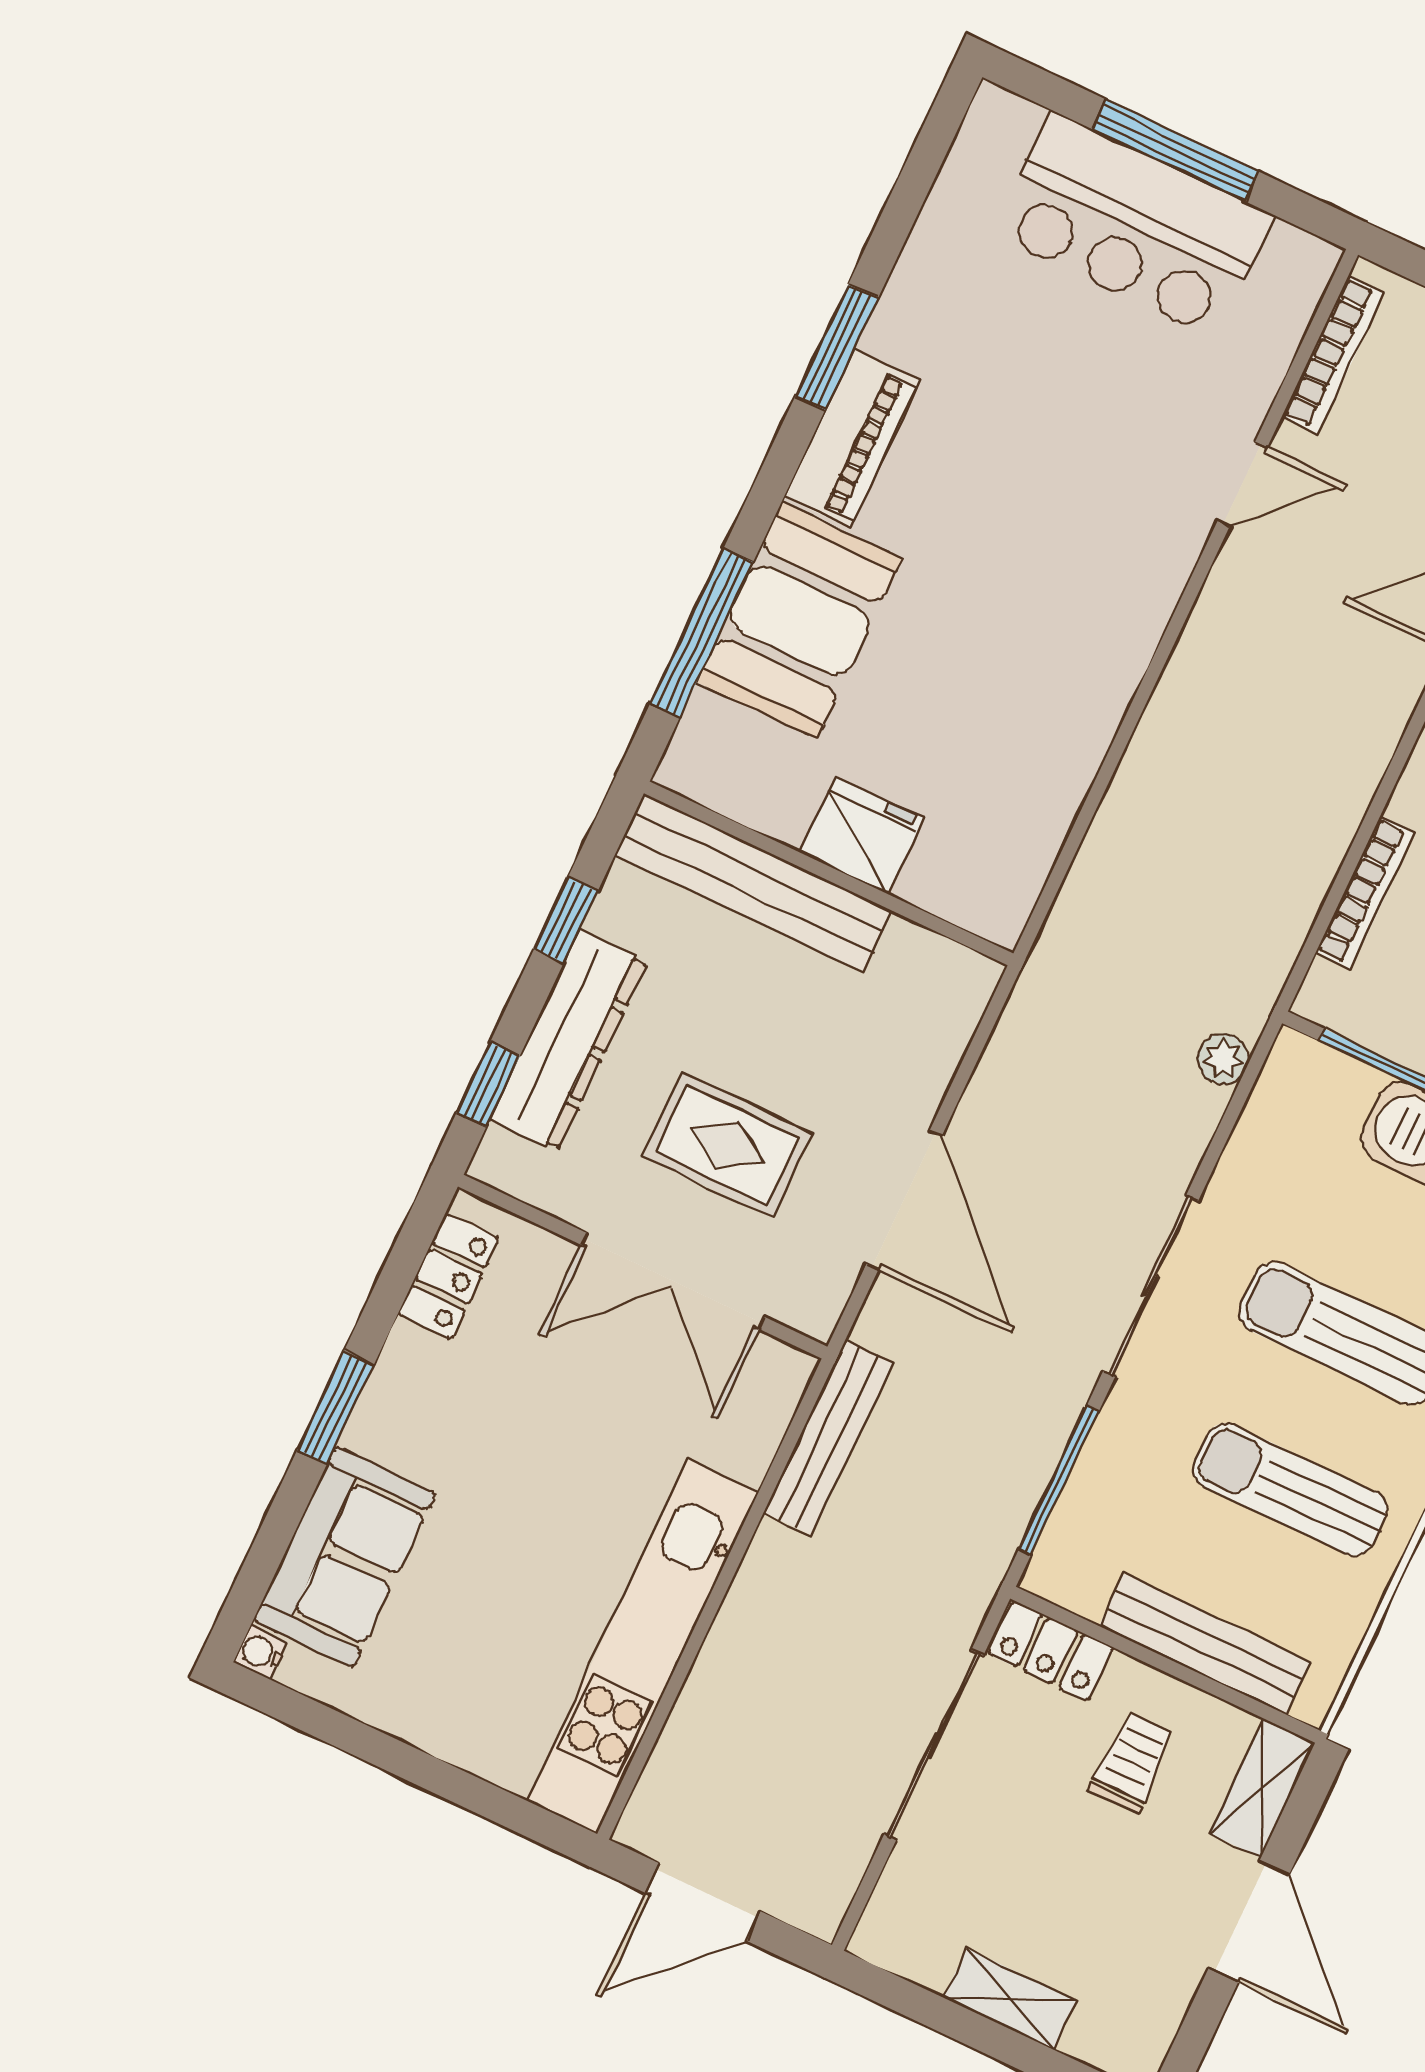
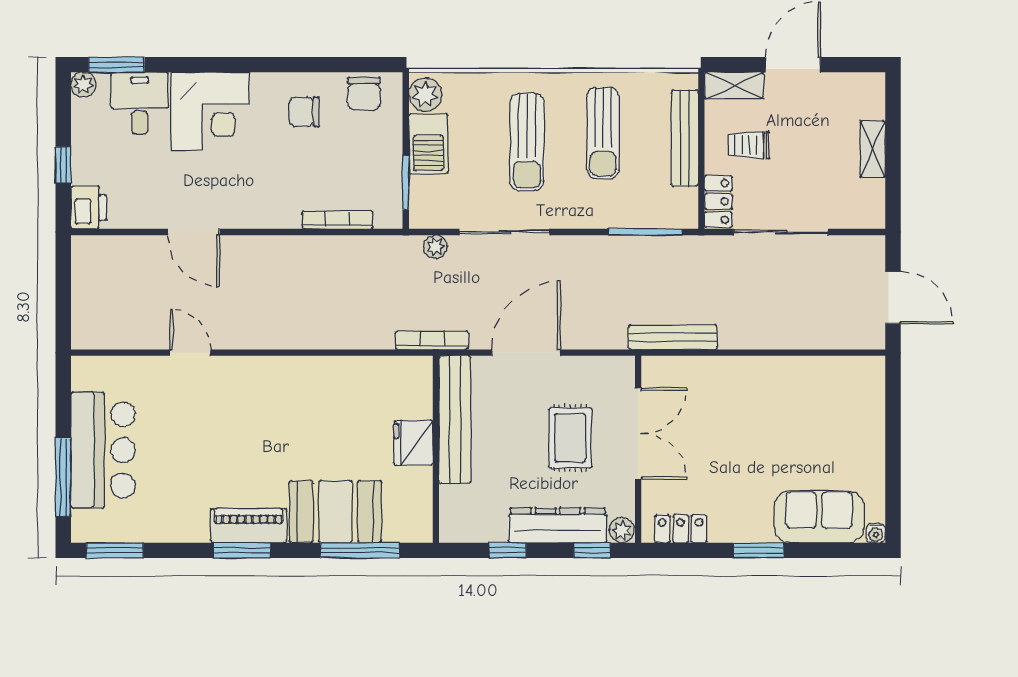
window: (1176, 150) -> (63, 477), moved
window: (927, 155) -> (115, 550), added
window: (837, 347) -> (242, 550), moved
bookcase: (1333, 354) -> (432, 340), moved
bench: (754, 883) -> (455, 420), moved
plant: (500, 1160) -> (622, 530), added
door: (904, 1200) -> (526, 353), moved
sliding door: (1151, 1286) -> (504, 232), moved
kitchen unit: (642, 1647) -> (798, 374), removed

